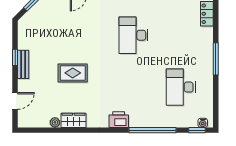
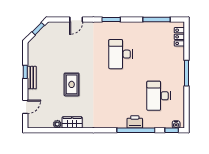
rug: (73, 73) -> (72, 84), turned 90
printer: (119, 120) -> (135, 122), moved

